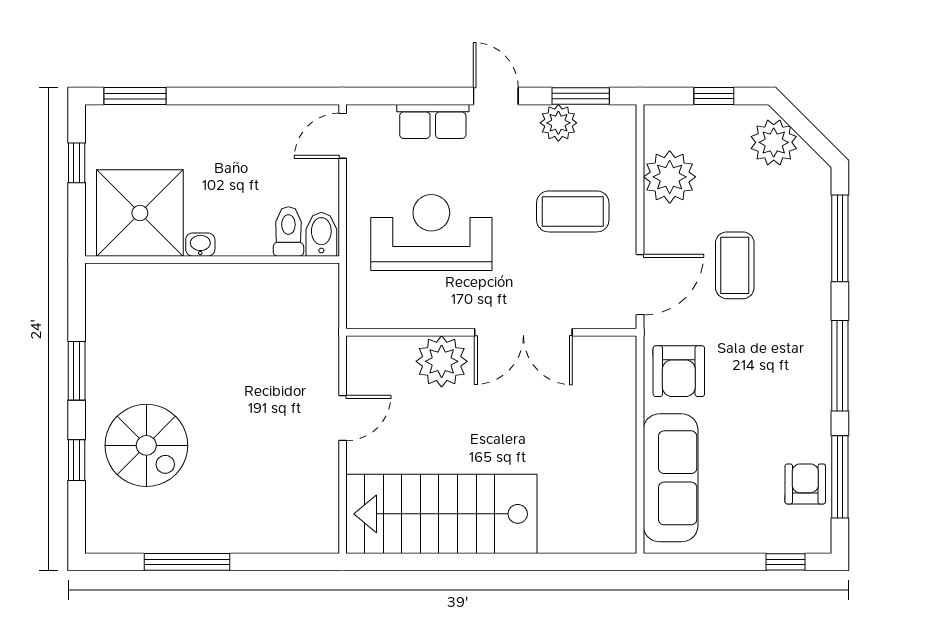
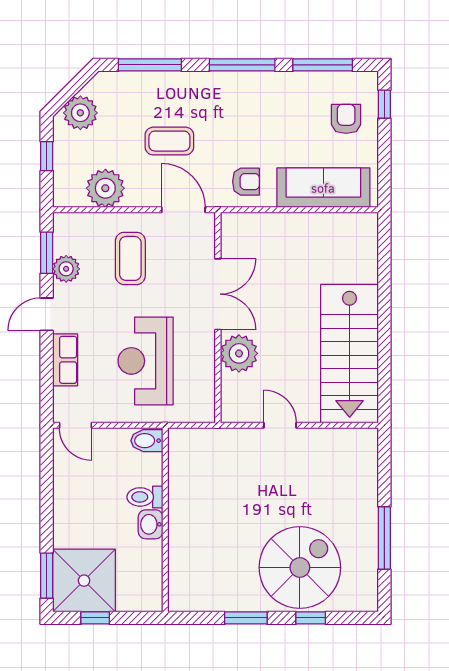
shower: (140, 213) -> (84, 581), moved
toilet: (288, 231) -> (145, 497), moved
washbasin: (200, 245) -> (151, 524), width x1.38, depth x1.45
armchair: (679, 371) -> (246, 182), width x0.72, depth x0.72
spiral stairs: (146, 445) -> (300, 567), width x1.37, depth x1.37
armchair: (805, 484) -> (346, 119), moved, turned 90

